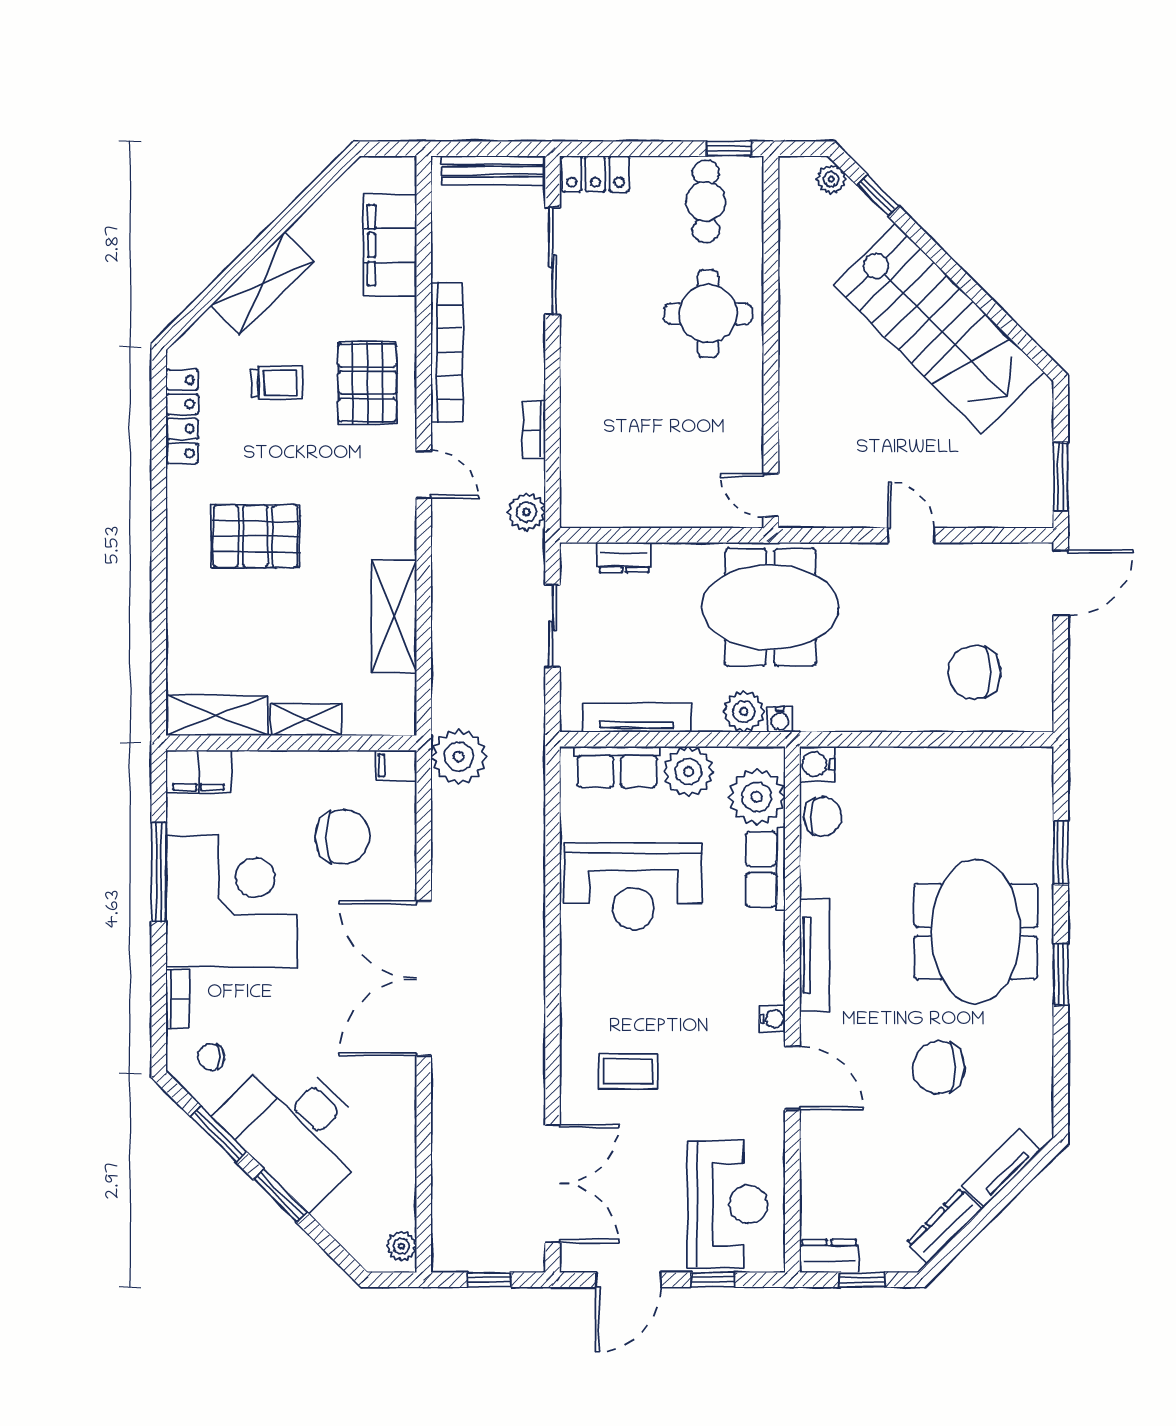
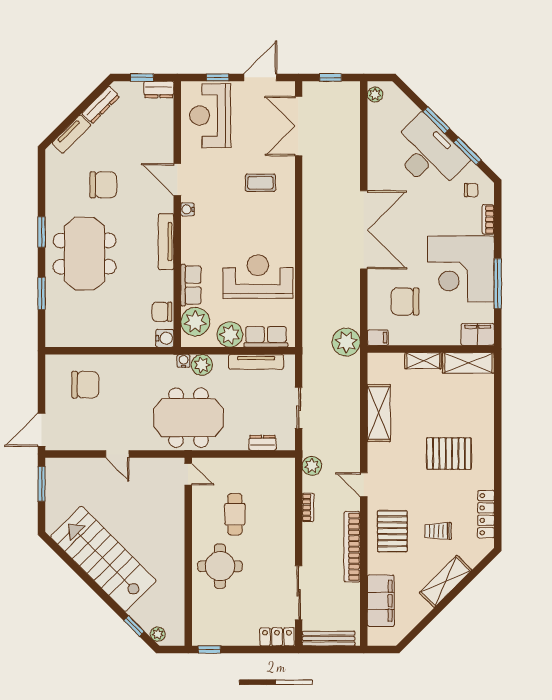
cafe table: (706, 201) -> (235, 514), moved

